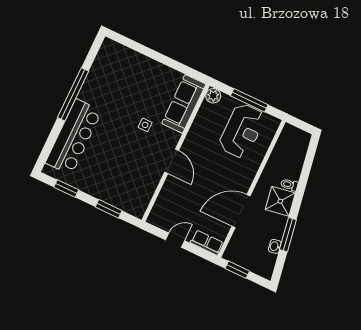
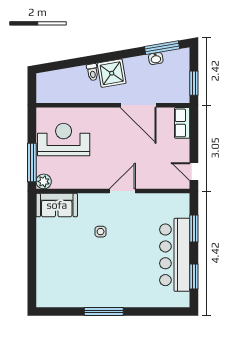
window: (73, 94) -> (104, 311), width x0.68
window: (249, 100) -> (32, 163), moved
sofa: (184, 104) -> (57, 205), width x0.73
bar counter: (74, 137) -> (175, 255), moved, turned -90
window: (288, 235) -> (162, 48), moved
door: (175, 240) -> (194, 172), moved

